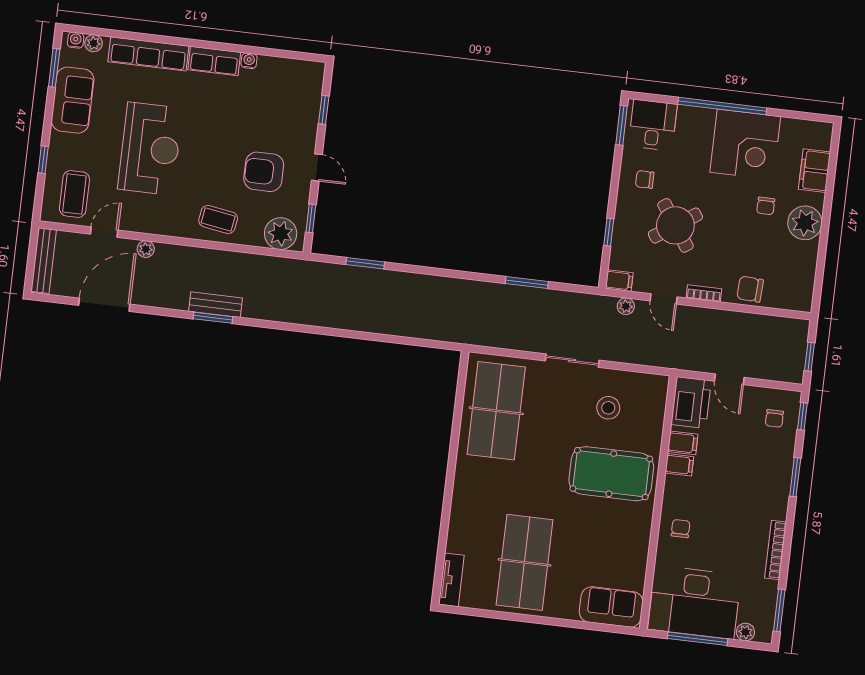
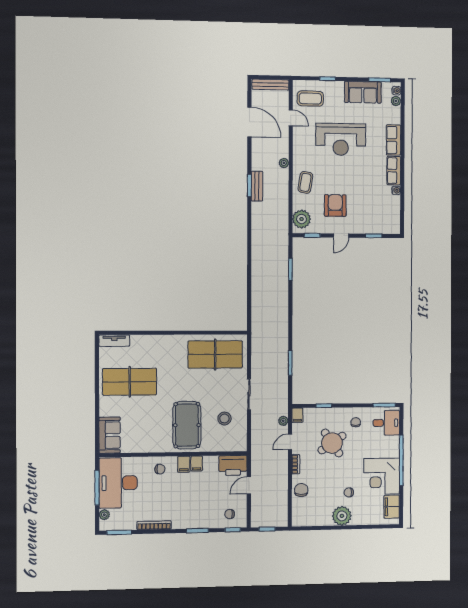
row of seats: (148, 54) -> (393, 140), width x0.68
filing cabinet: (814, 171) -> (392, 507), moved, turned -90
plant: (146, 249) -> (284, 163), moved
filing cabinet: (683, 443) -> (184, 464), moved

